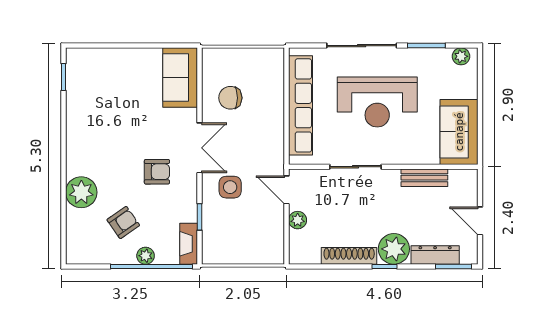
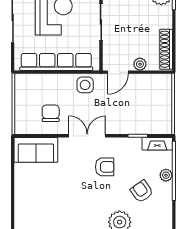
chair: (230, 98) -> (51, 113), turned 180
armchair: (157, 172) -> (105, 167), turned 90
side table: (230, 187) -> (85, 85), moved
shoe rack: (349, 256) -> (166, 49), moved

